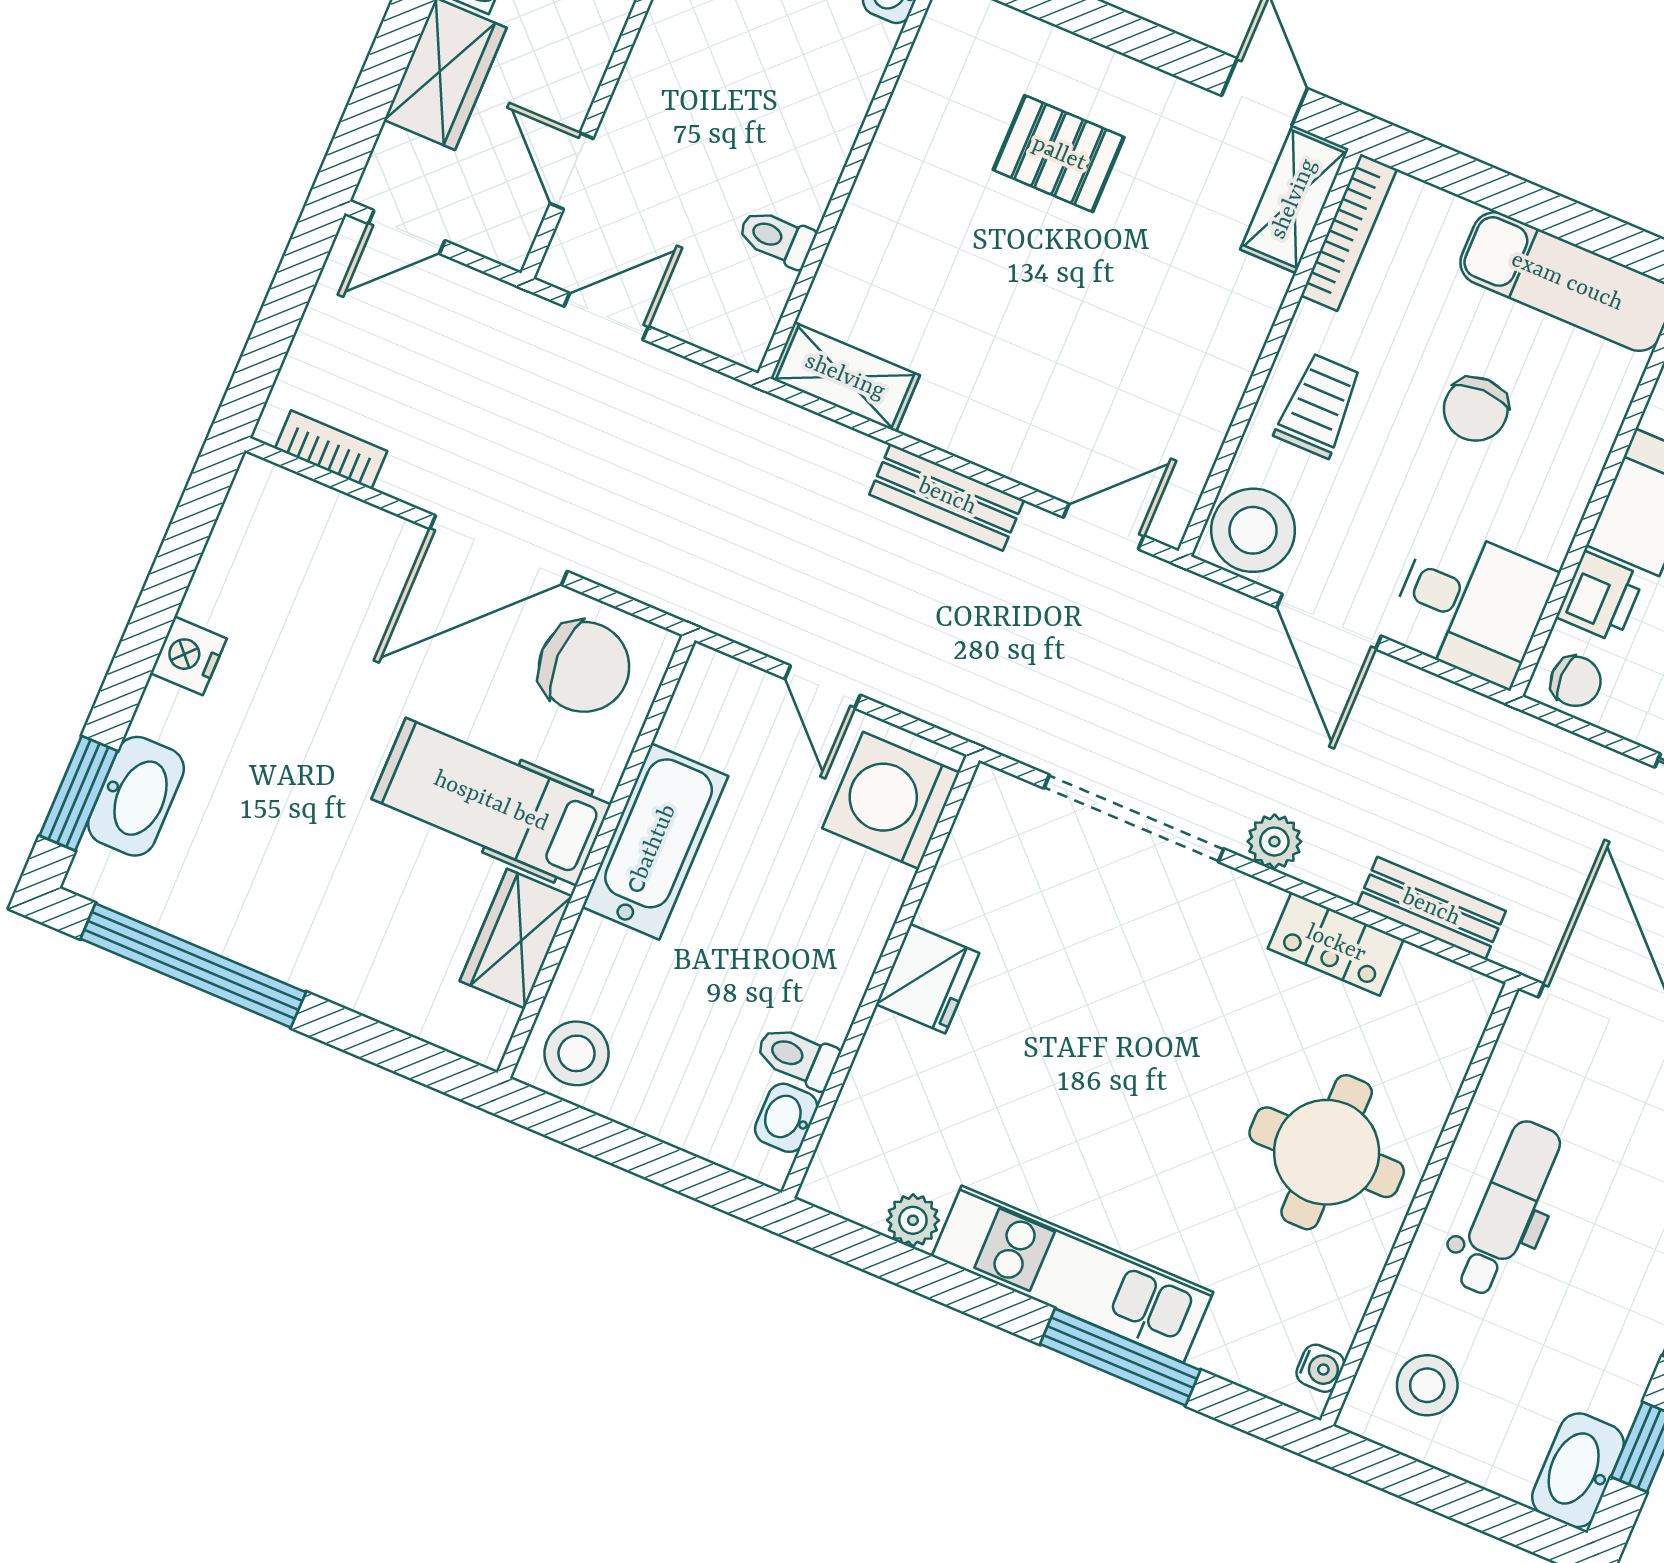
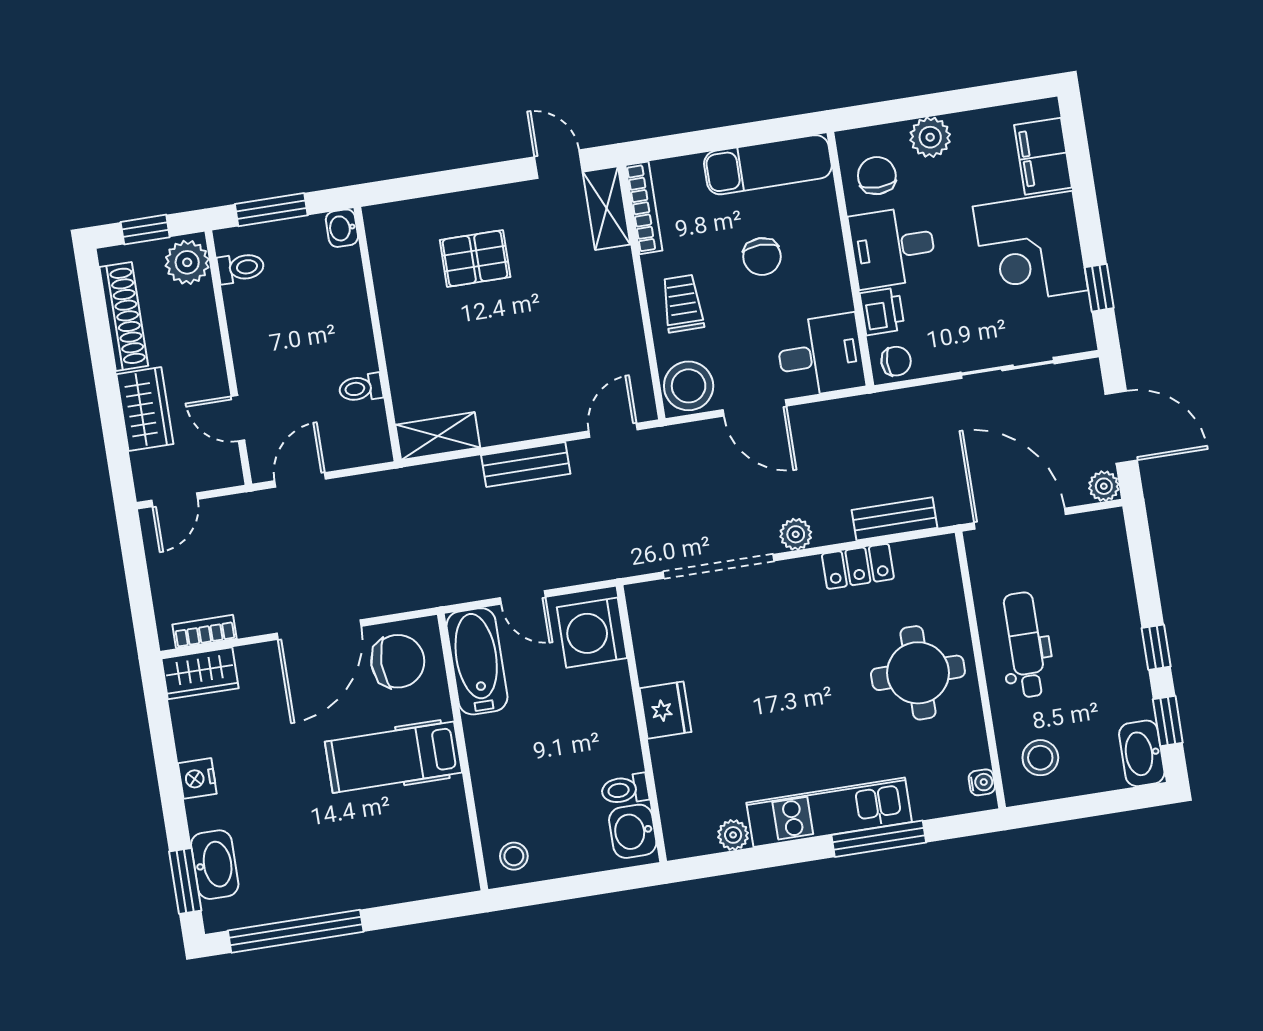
bathtub: (655, 842) -> (477, 661), moved
wardrobe: (516, 939) -> (200, 673), moved, turned -90
stool: (577, 1053) -> (514, 856), width x0.73, depth x0.73
washbasin: (786, 1118) -> (633, 831), width x1.38, depth x1.45

